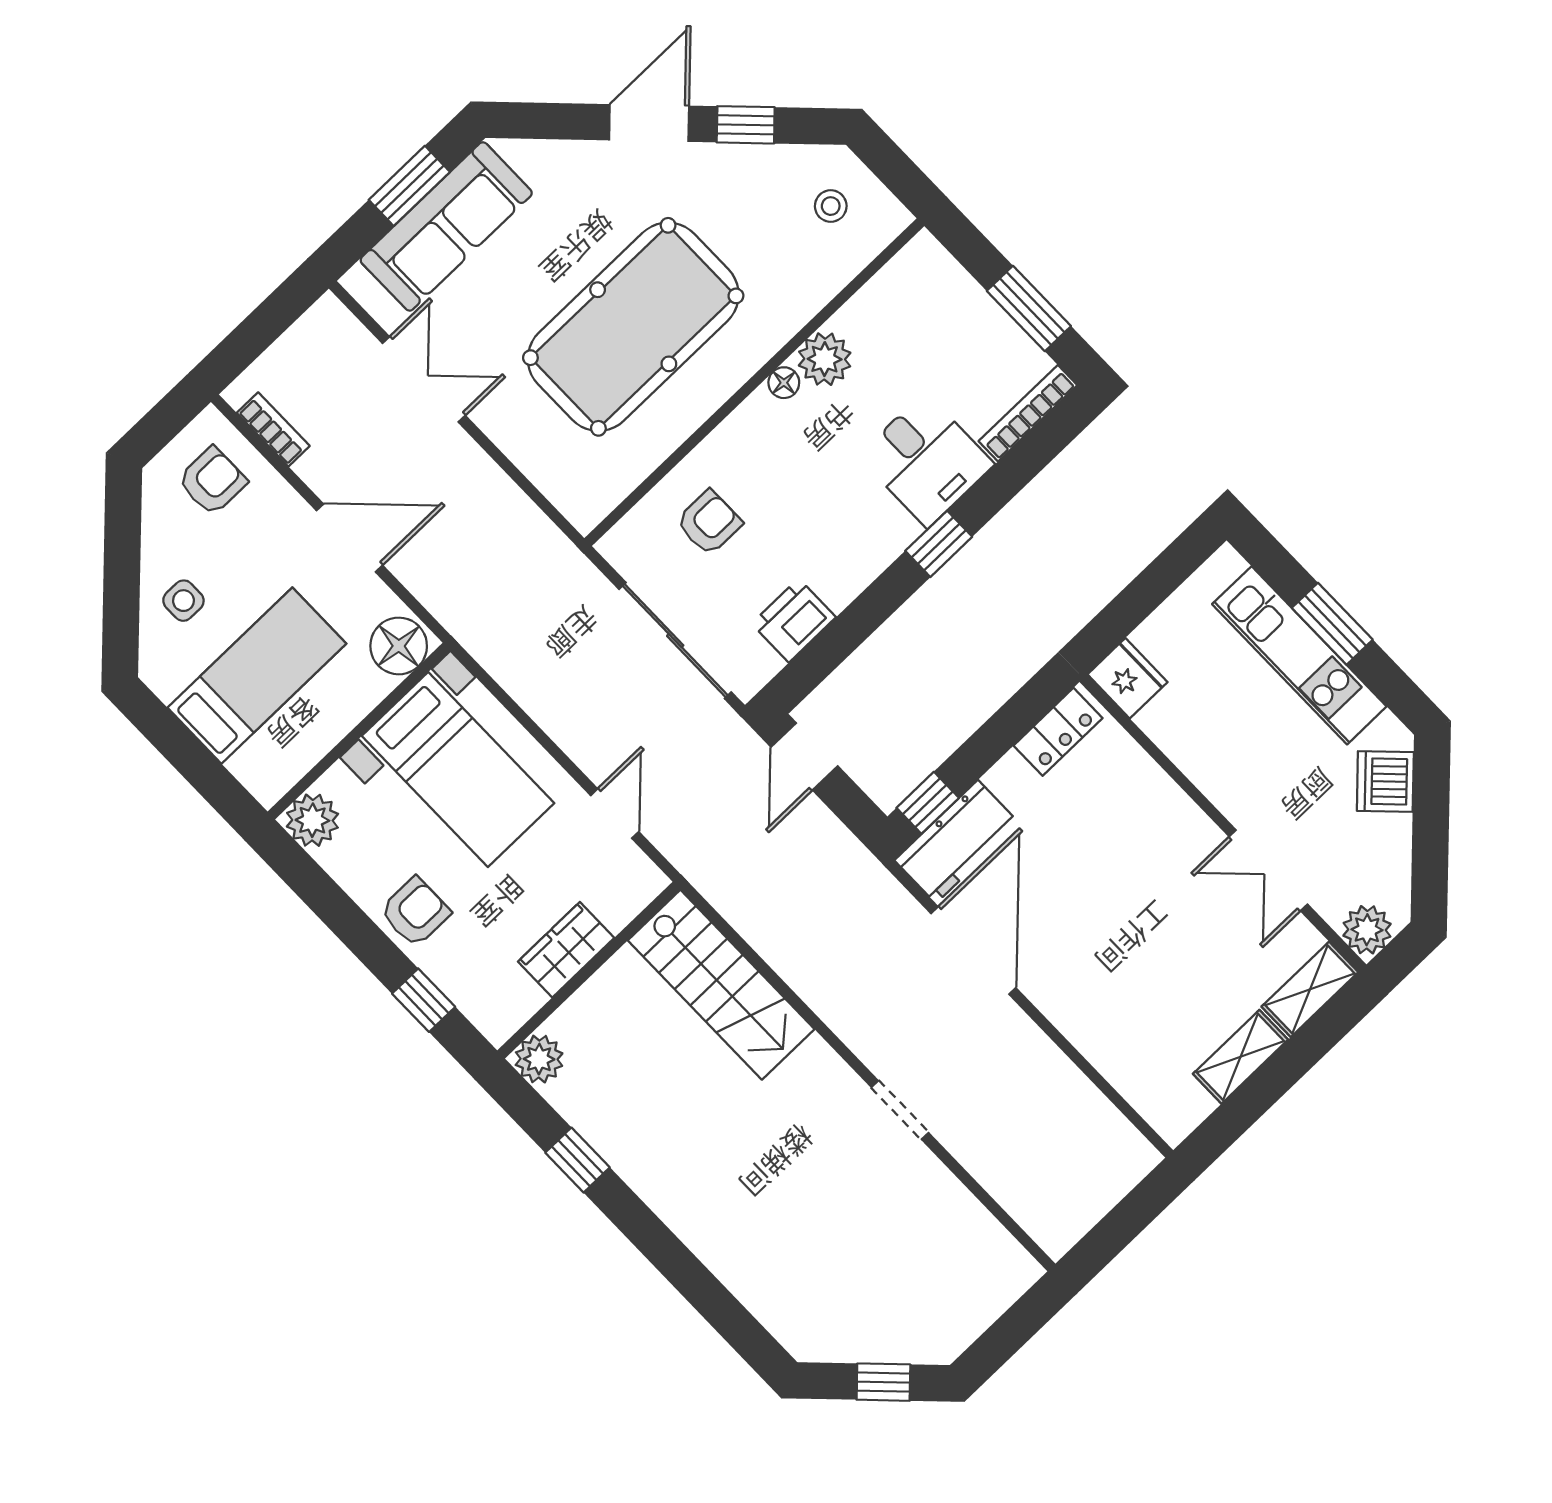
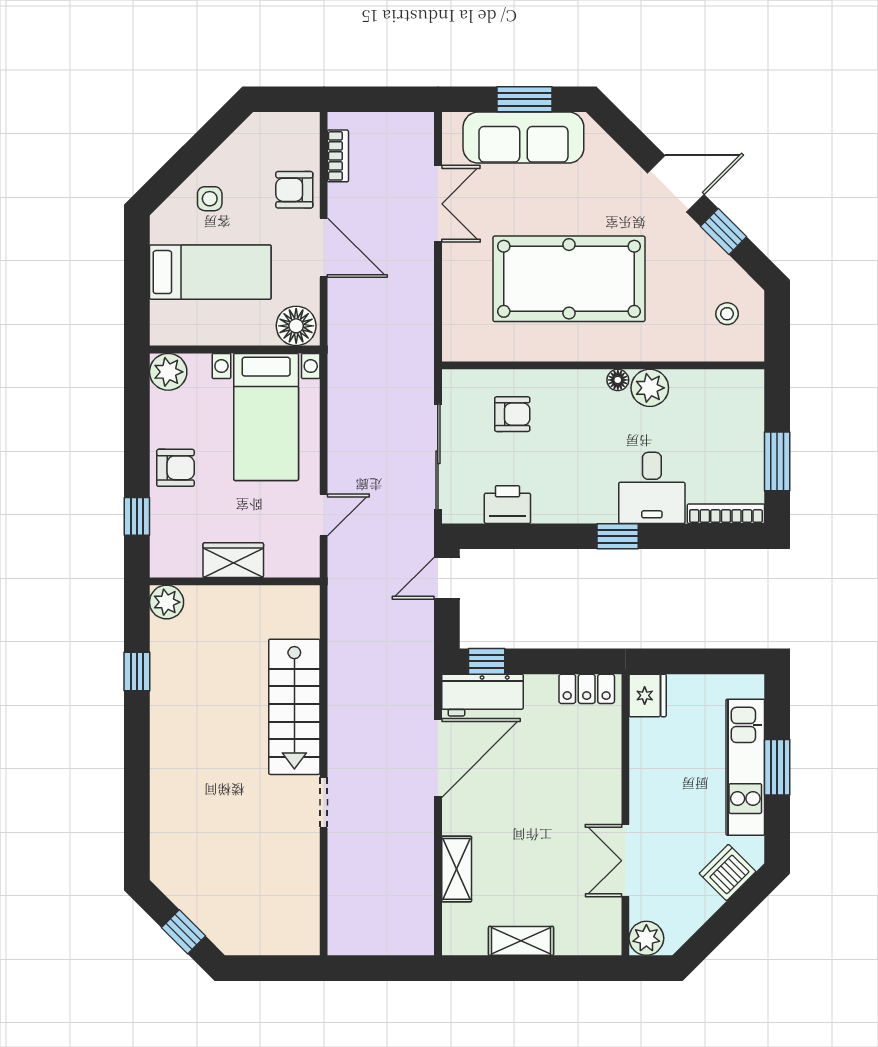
armchair: (212, 481) -> (294, 190), moved, turned 180
stairs: (721, 985) -> (294, 707), moved
shelving: (1310, 989) -> (457, 869), moved, turned 90

